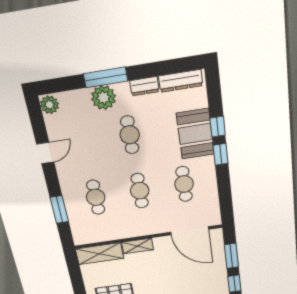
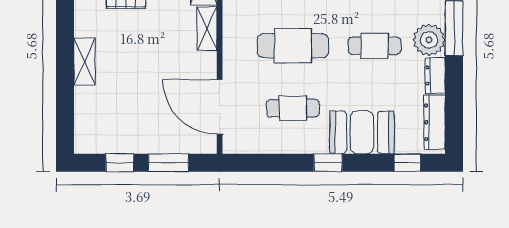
plant: (103, 98) -> (429, 40), moved
window: (218, 127) -> (407, 163), moved
cafe table: (140, 191) -> (293, 46), width x1.37, depth x1.35
door: (190, 231) -> (220, 107), hinge flipped

